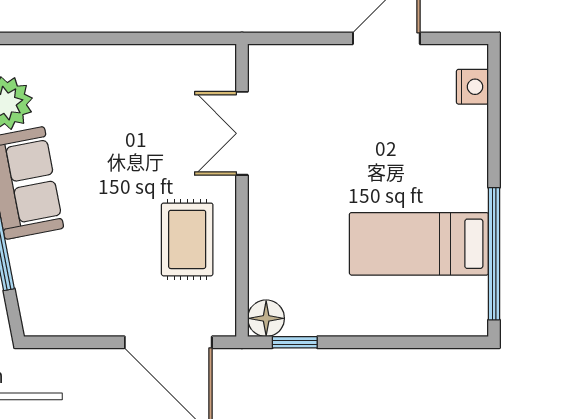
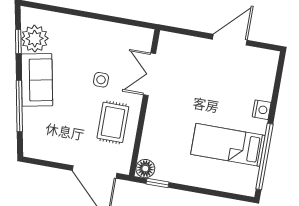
nightstand: (472, 87) -> (262, 110), moved
side table: (149, 161) -> (101, 80), added

